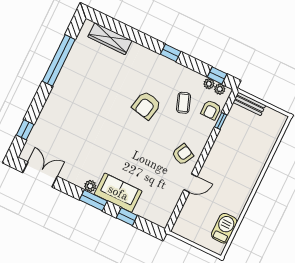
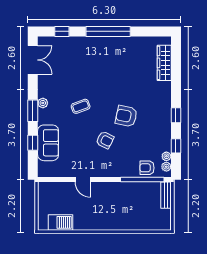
window: (59, 60) -> (108, 31), moved
window: (217, 75) -> (176, 146), moved
coffee table: (184, 103) -> (81, 106), moved
window: (221, 121) -> (142, 179), width x3.17
armchair: (183, 154) -> (105, 140), moved
sofa: (118, 193) -> (48, 143), moved

